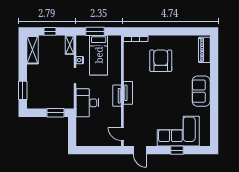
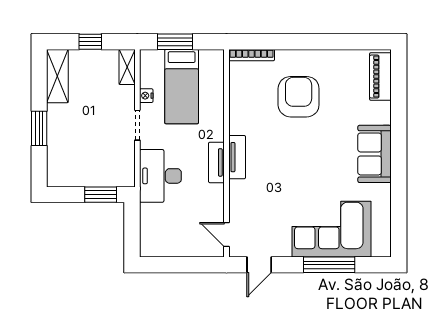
window: (23, 90) -> (39, 128), moved
door: (140, 150) -> (259, 265), hinge flipped
window: (177, 150) -> (329, 265), width x2.17

